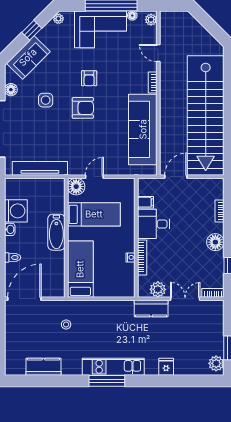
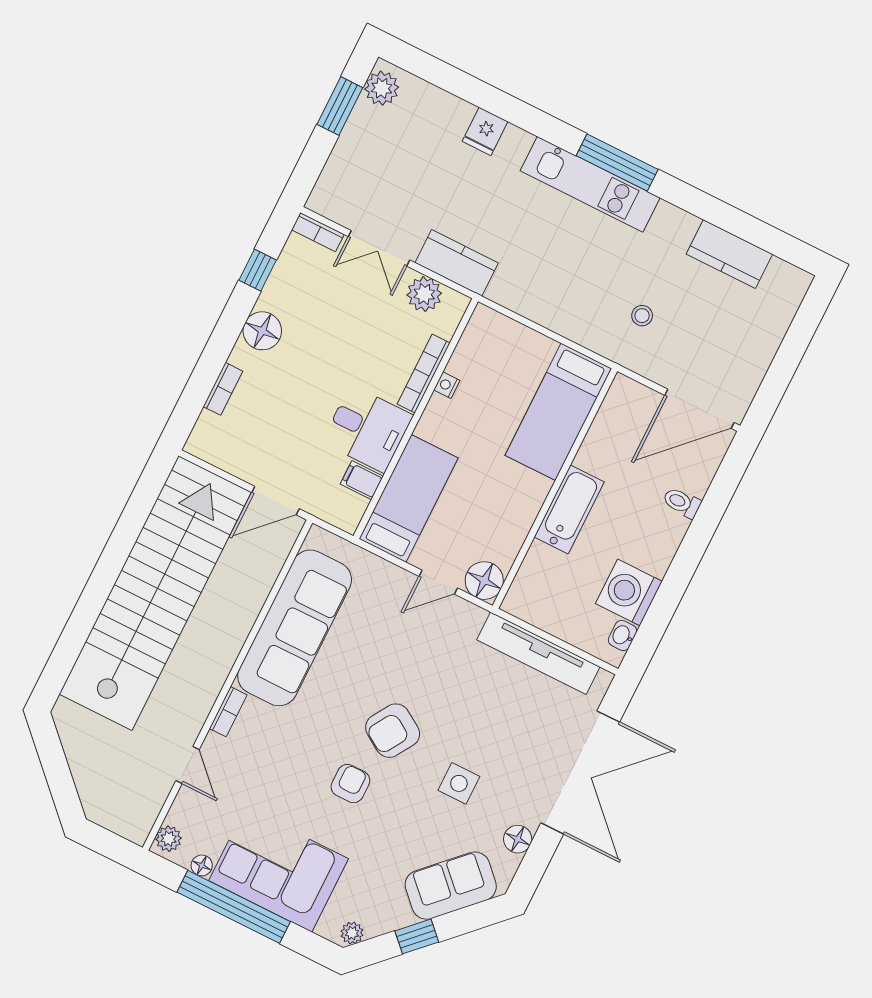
armchair: (83, 108) -> (393, 731), turned -58
bed: (94, 214) -> (409, 498), moved, turned 90
washbasin: (10, 229) -> (623, 635), moved

